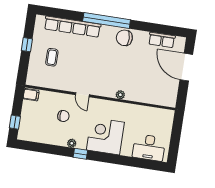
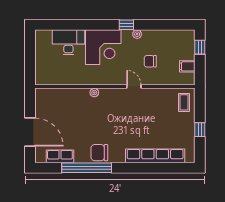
window: (107, 21) -> (87, 168), moved
chair: (124, 38) -> (99, 153), turned 180
coffee table: (52, 57) -> (184, 102), moved
filing cabinet: (31, 95) -> (187, 66), moved
desk: (149, 148) -> (68, 42), moved

